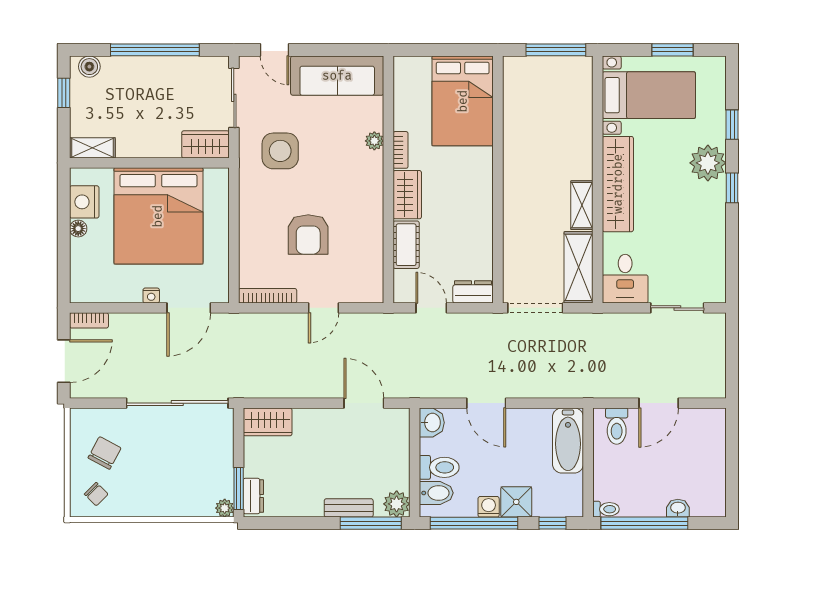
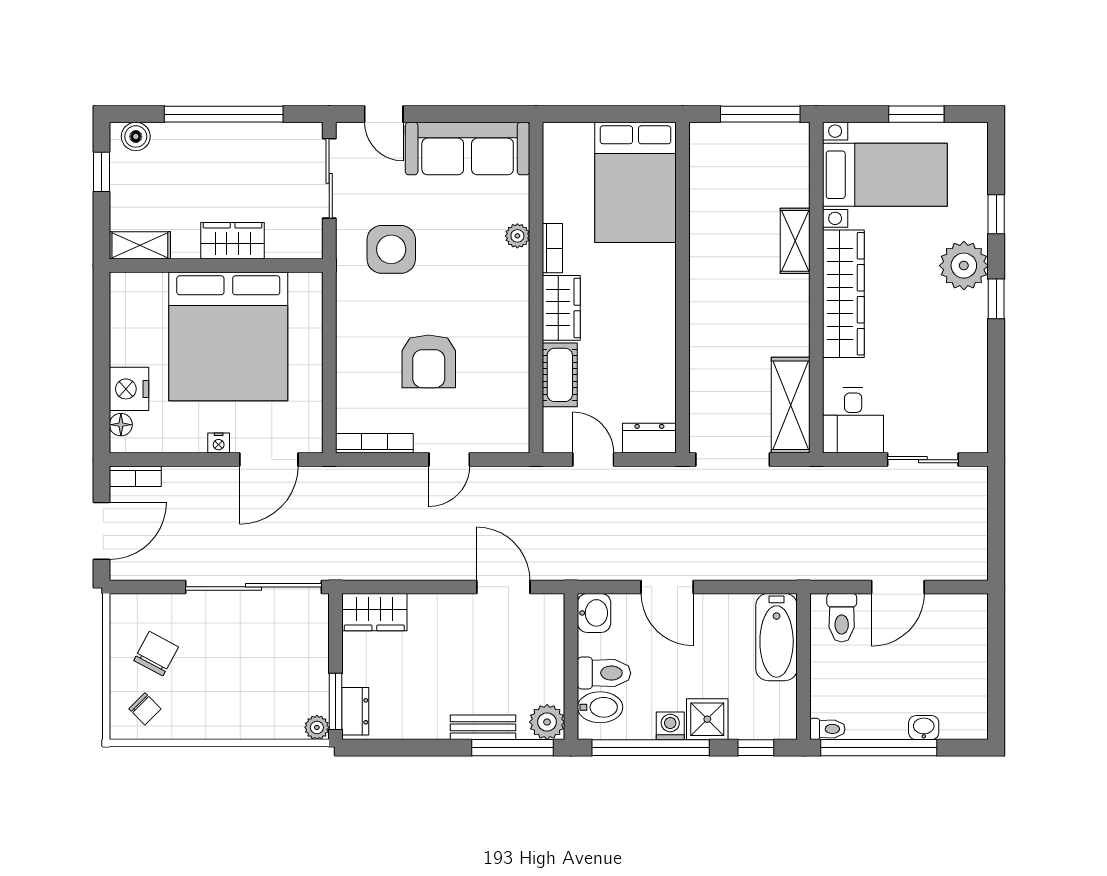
wardrobe: (205, 144) -> (233, 241), moved
nightstand: (84, 202) -> (129, 389), moved
shelving: (582, 205) -> (795, 241), moved
floor lamp: (78, 229) -> (121, 425), moved

